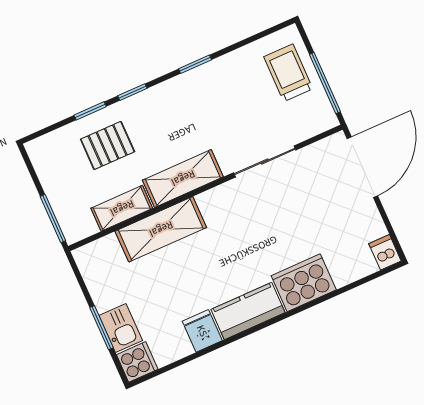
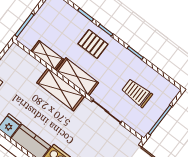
trolley: (288, 73) -> (137, 93), moved, turned -90
pallet: (108, 145) -> (93, 44), moved
shelving: (161, 229) -> (61, 90), moved

